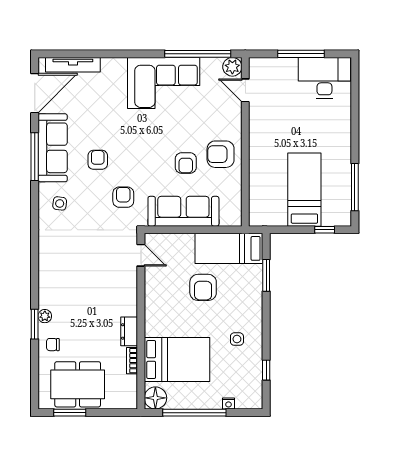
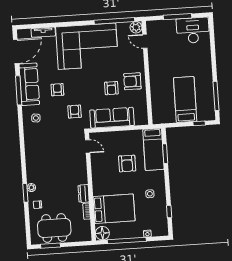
tv unit: (73, 65) -> (43, 32), width x0.71
corner sofa: (164, 83) -> (87, 46), width x1.36, depth x1.36
bed: (229, 248) -> (153, 149), moved, turned -90

